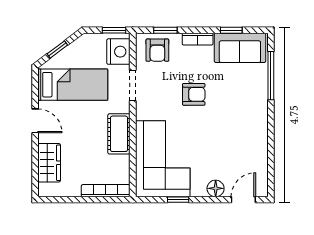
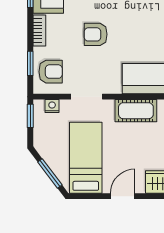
window: (57, 49) -> (50, 173), width x1.50
nightstand: (118, 52) -> (52, 106), width x0.53, depth x0.56
armchair: (194, 94) -> (96, 34), turned -90

